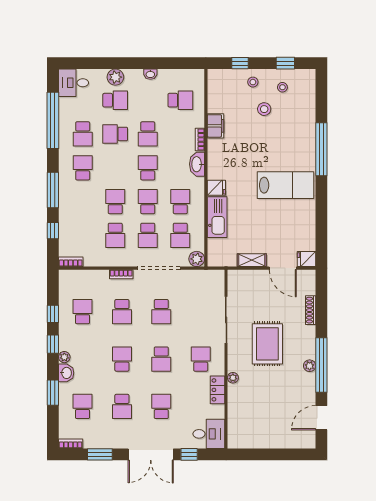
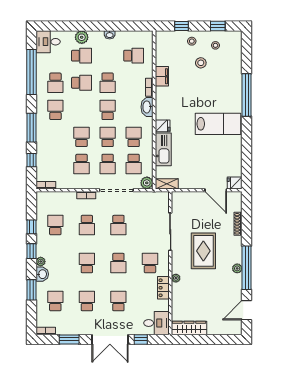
school desk: (115, 134) -> (82, 83), turned 180
shelving: (252, 260) -> (167, 184), moved
school desk: (122, 406) -> (87, 301), turned 180
wardrobe: (249, 440) -> (189, 328), added

